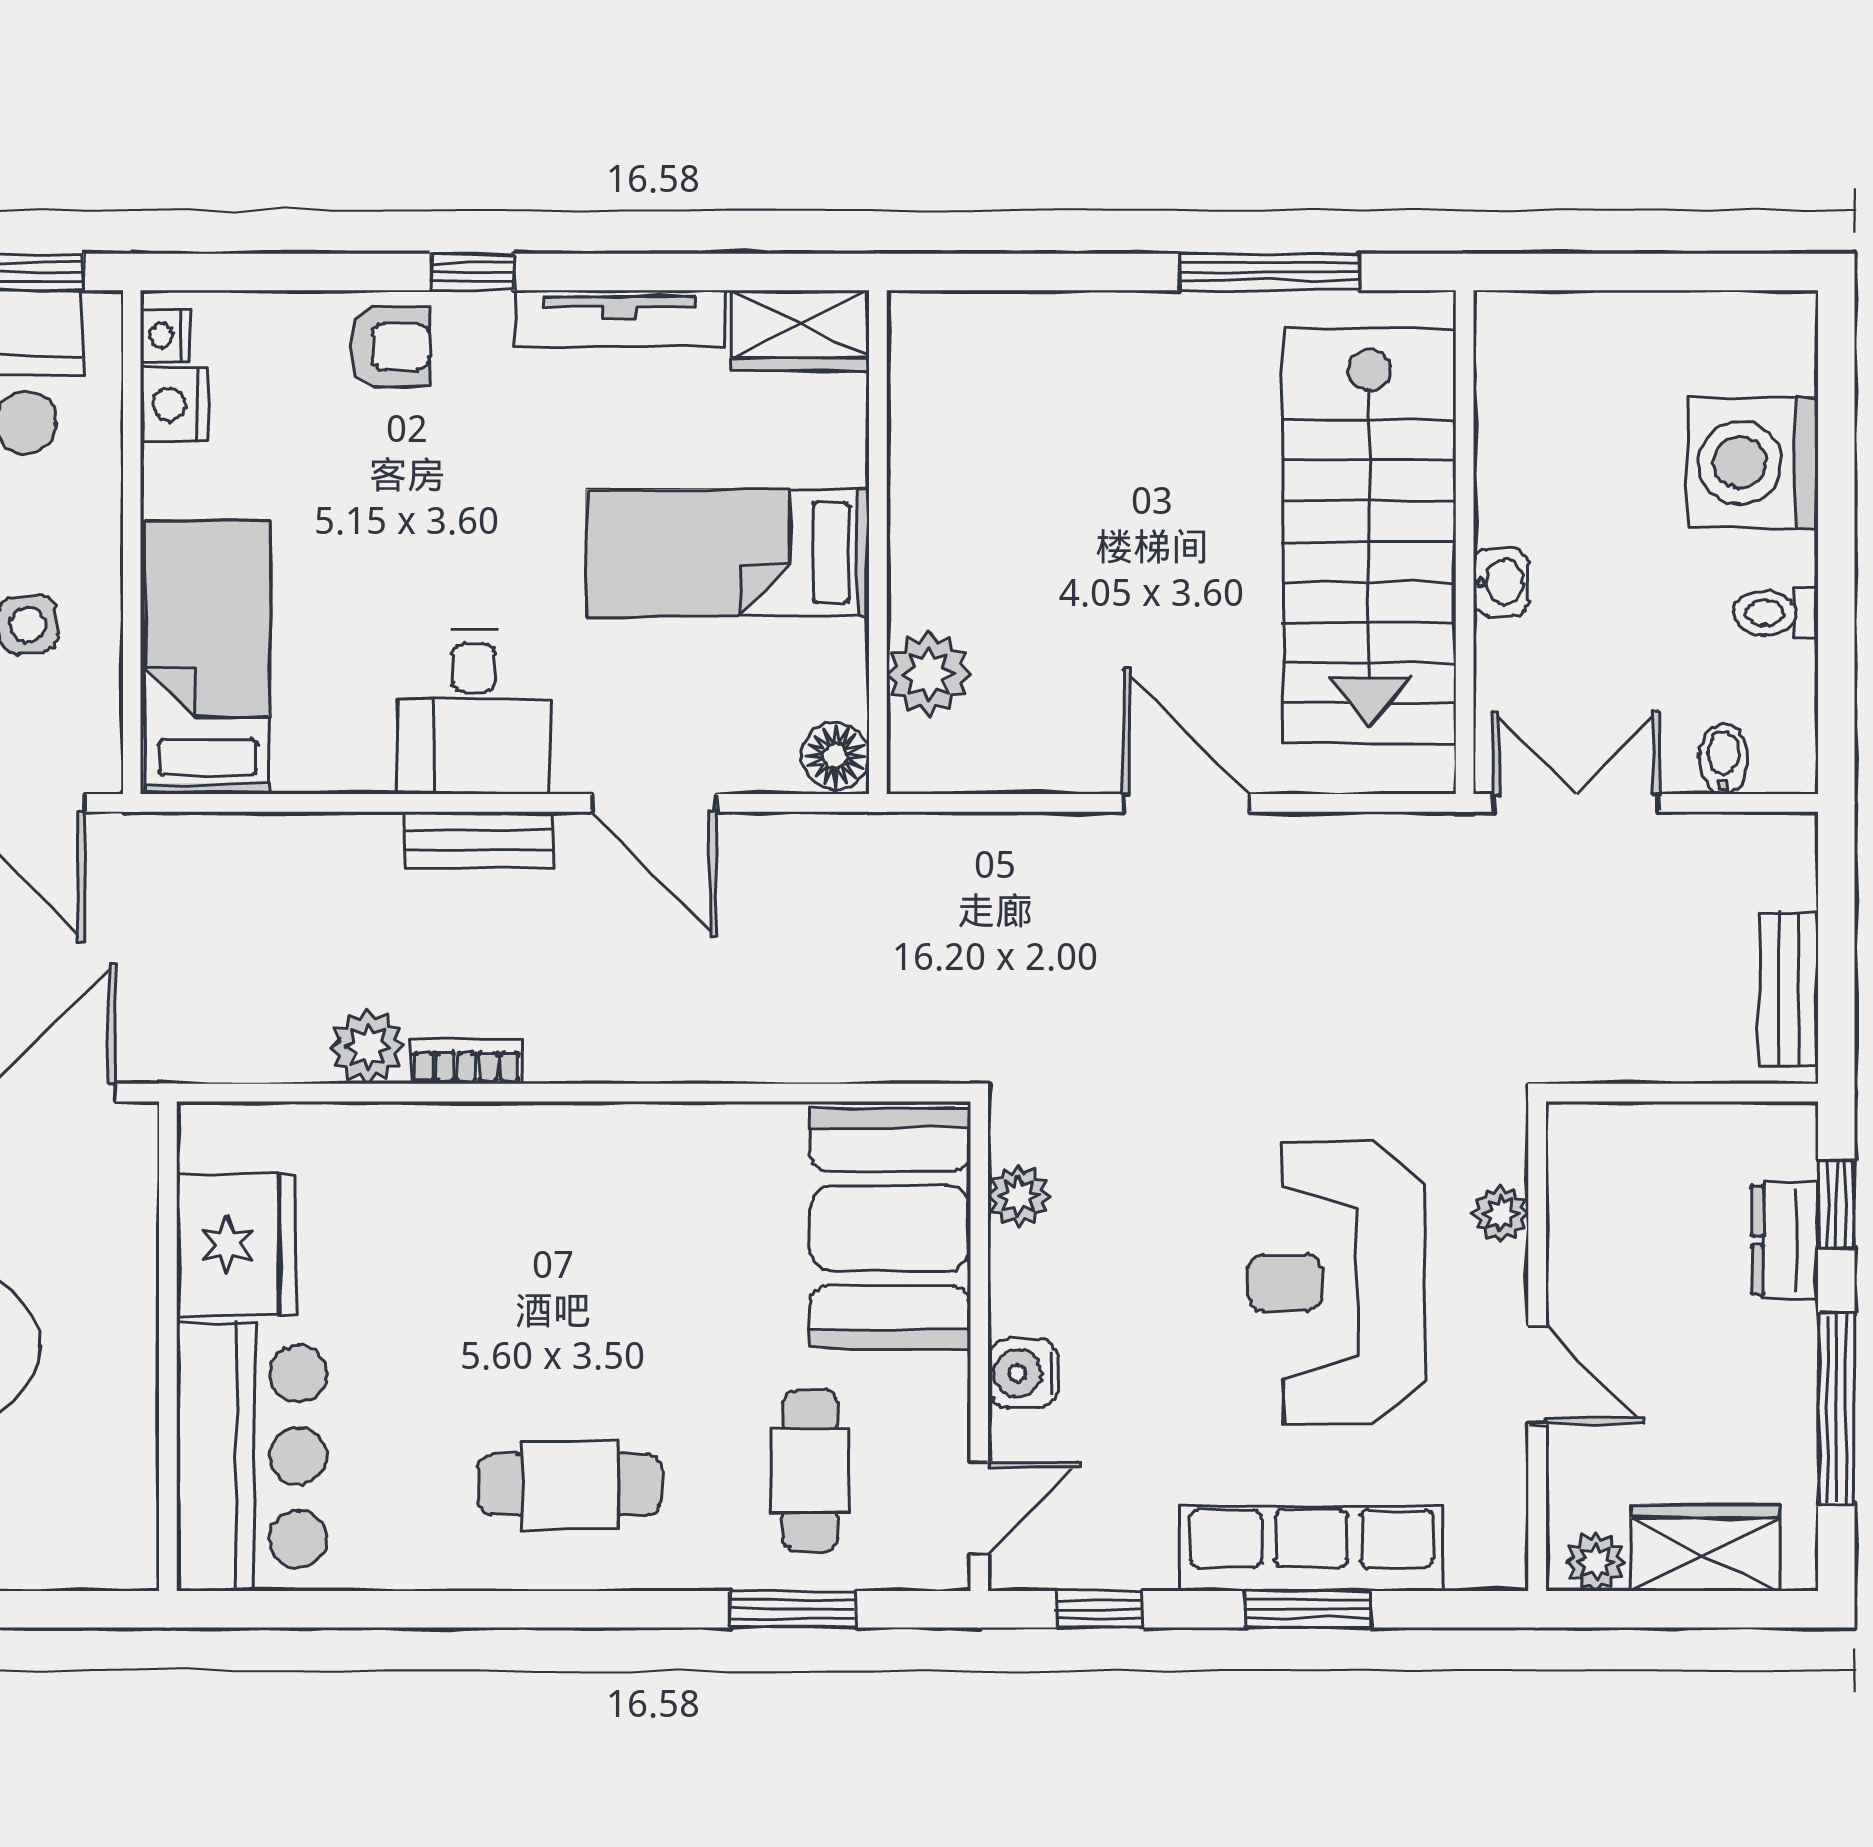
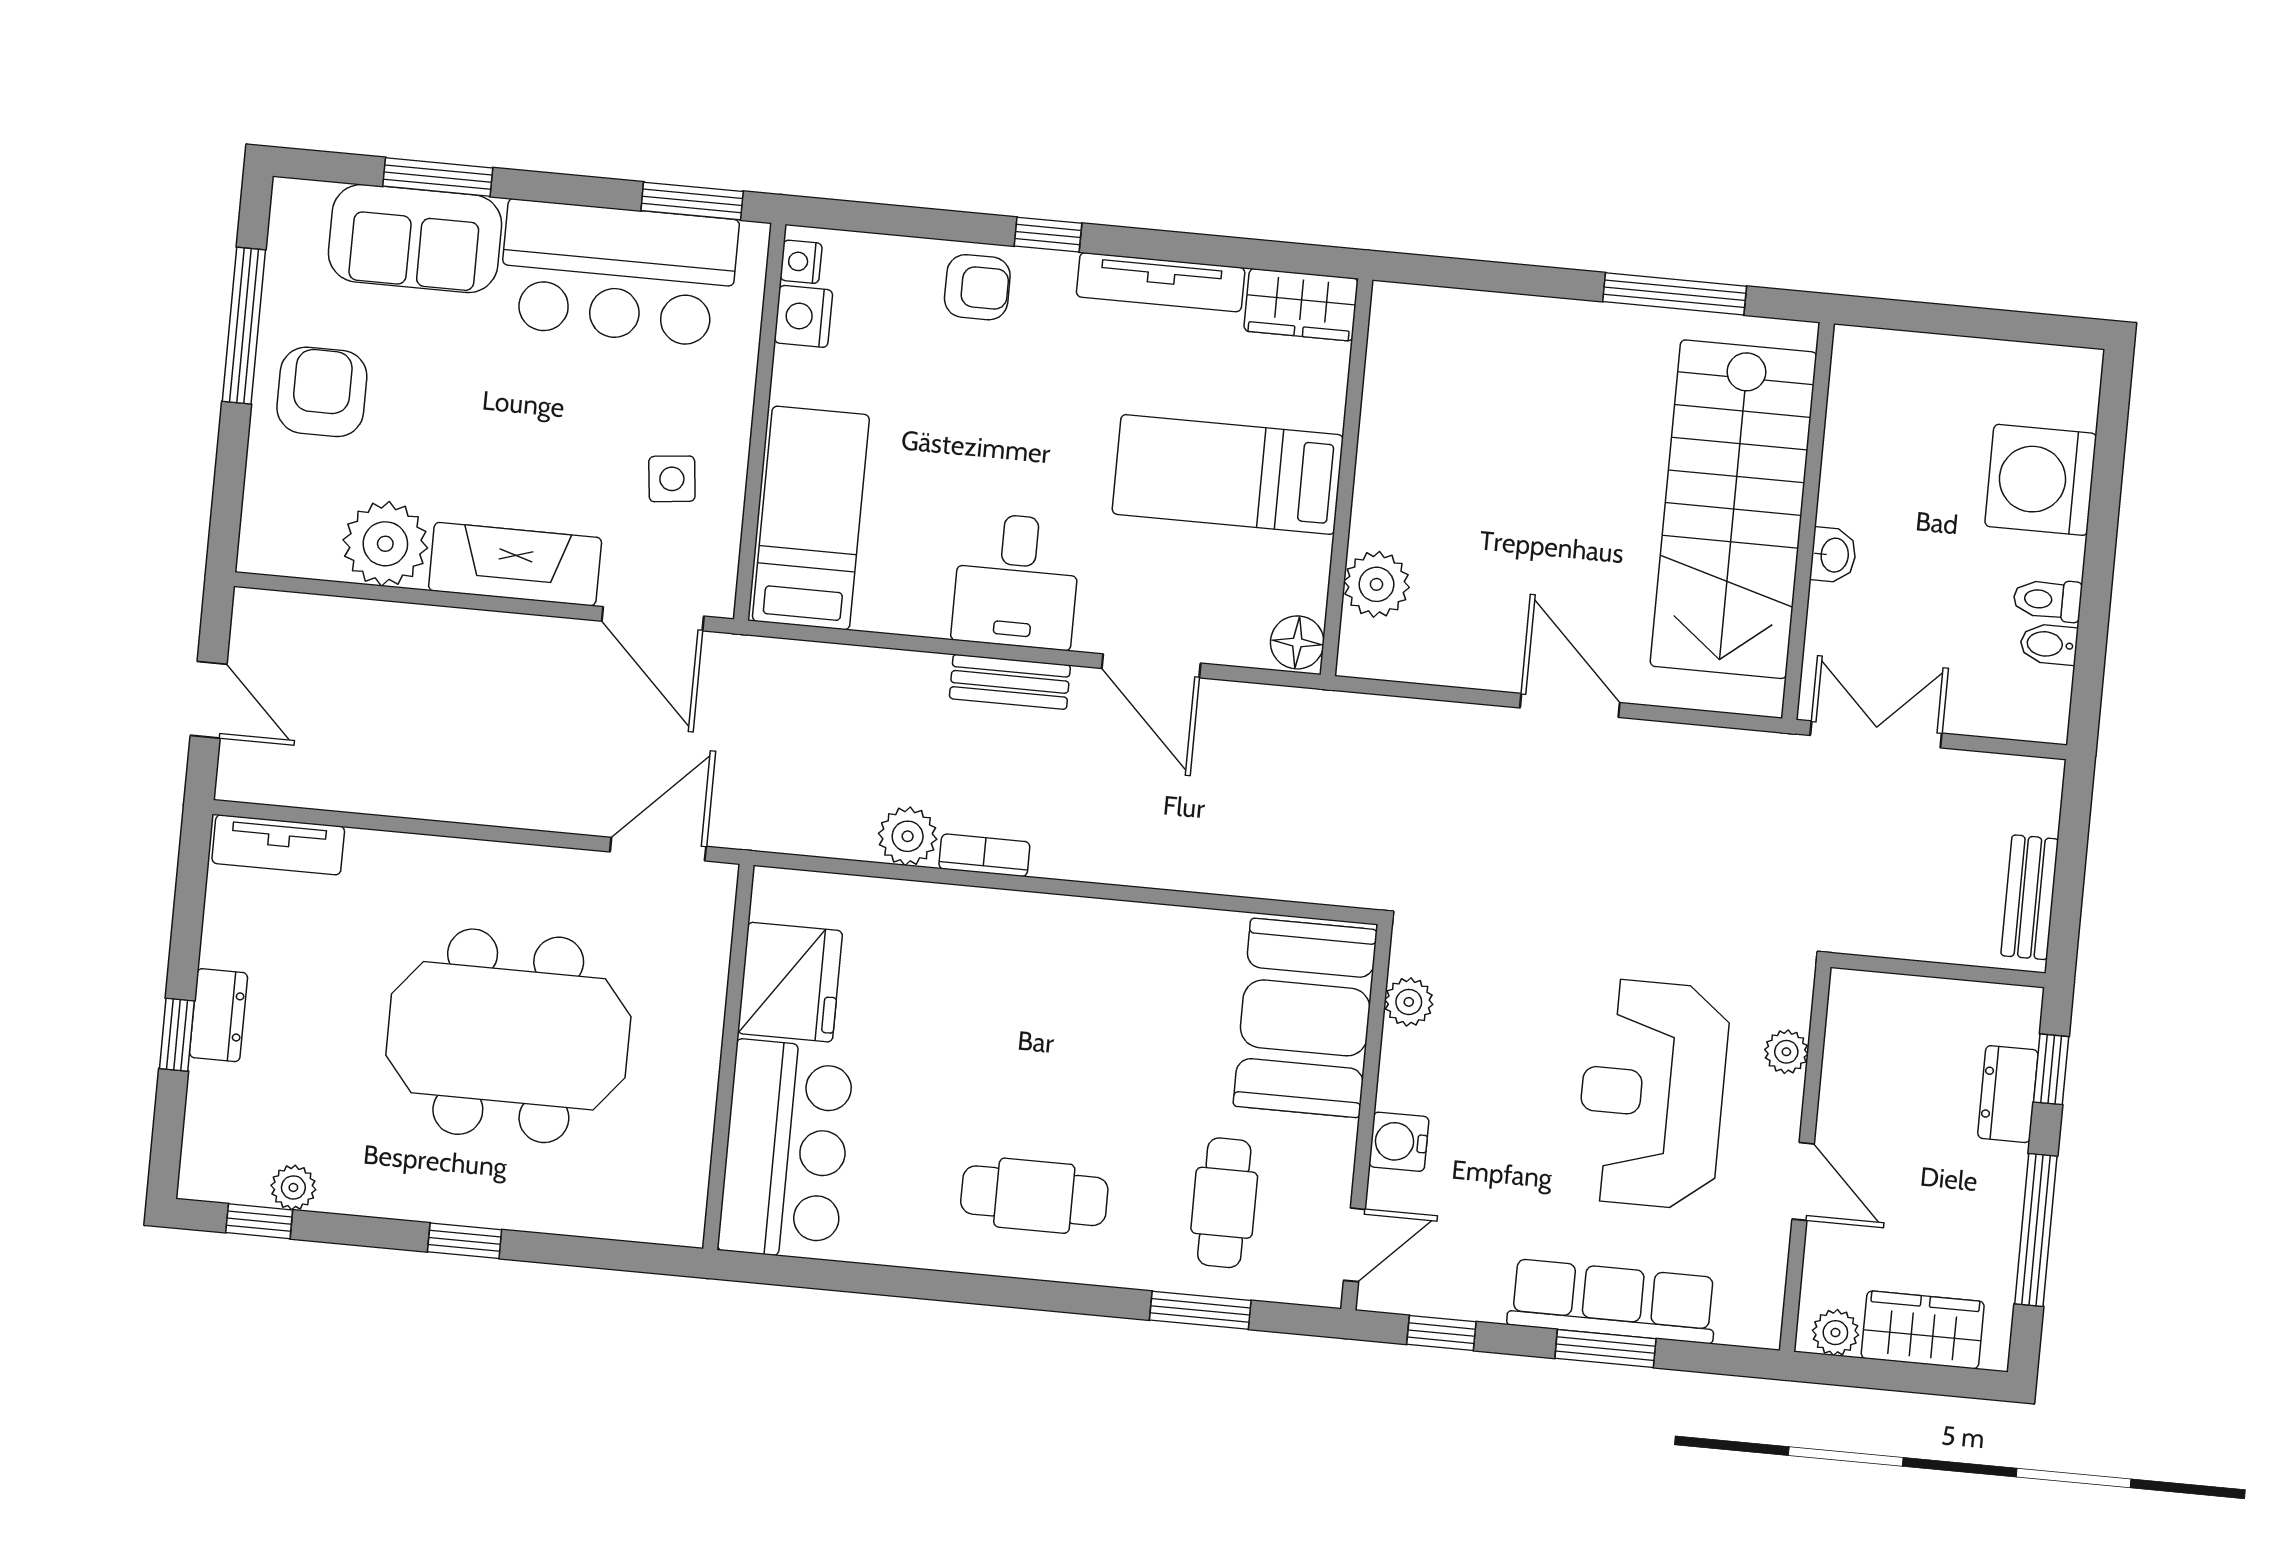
bidet: (1723, 759) -> (2049, 644), moved, turned -90

